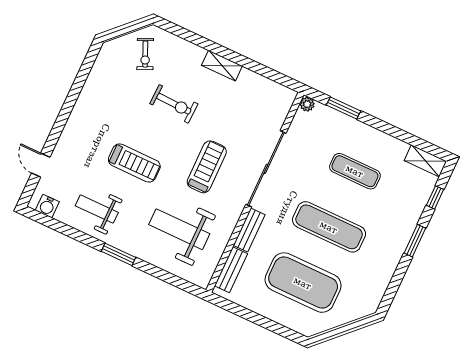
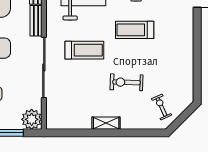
plant: (307, 104) -> (32, 119), width x1.88, depth x1.88
treadmill: (207, 167) -> (84, 50), turned -90

